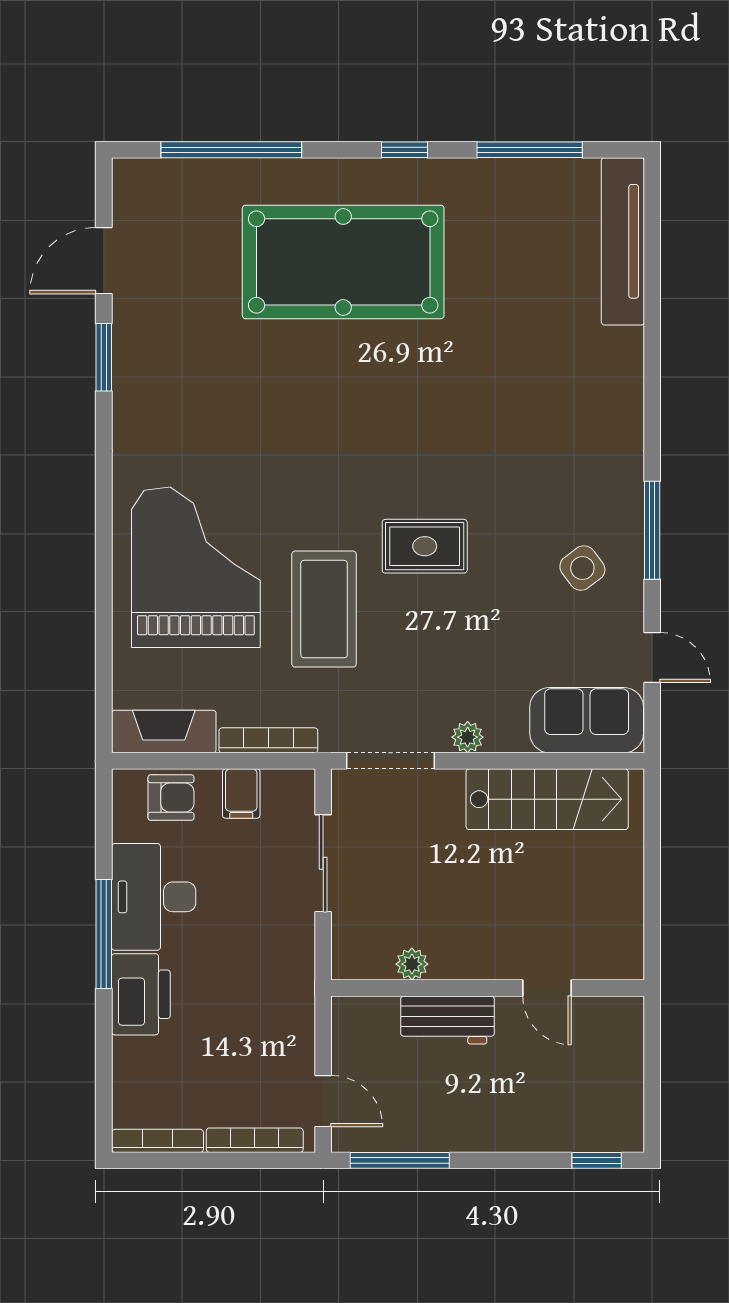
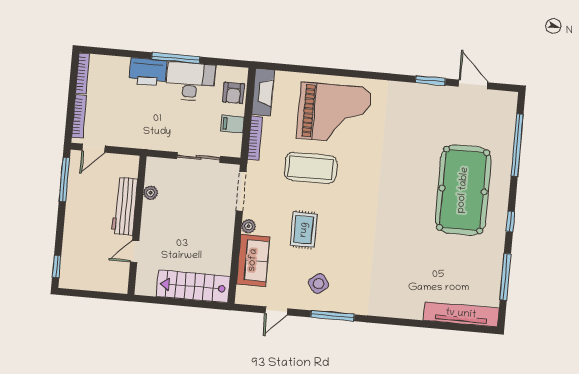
rug: (425, 546) -> (304, 230), moved
sofa: (587, 720) -> (253, 260), moved
stairs: (547, 799) -> (193, 286), moved, turned 90
workbench: (447, 1020) -> (124, 206), width x1.37

